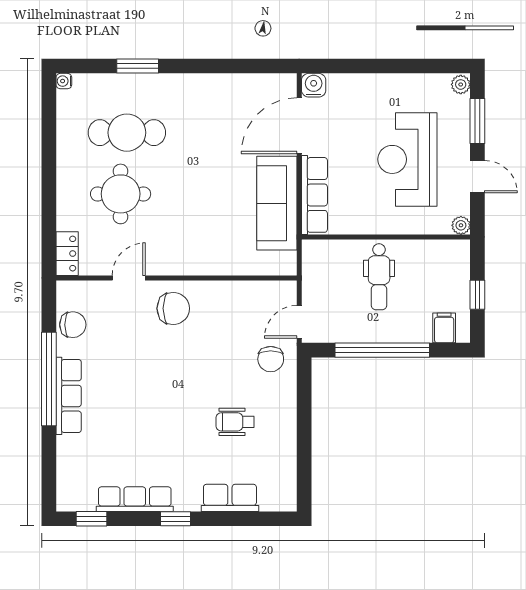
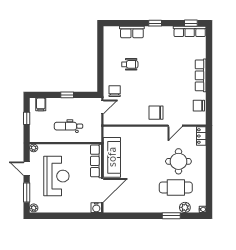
plant: (105, 86) -> (185, 207), added
dental chair: (379, 277) -> (68, 126), turned -90
window: (382, 350) -> (67, 95), width x0.32
window: (49, 379) -> (209, 83), removed
row of seats: (135, 499) -> (190, 31), moved

